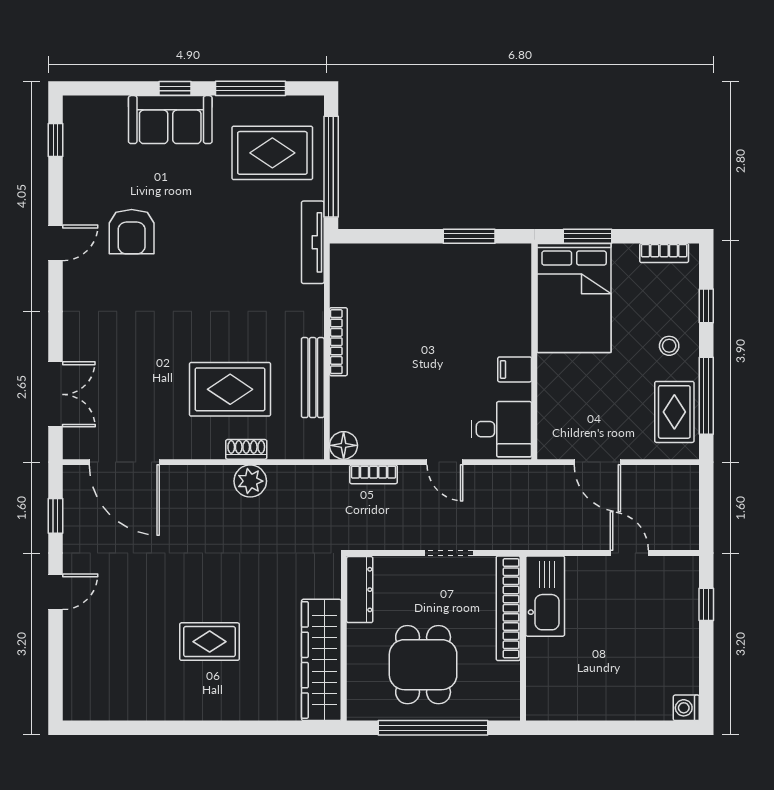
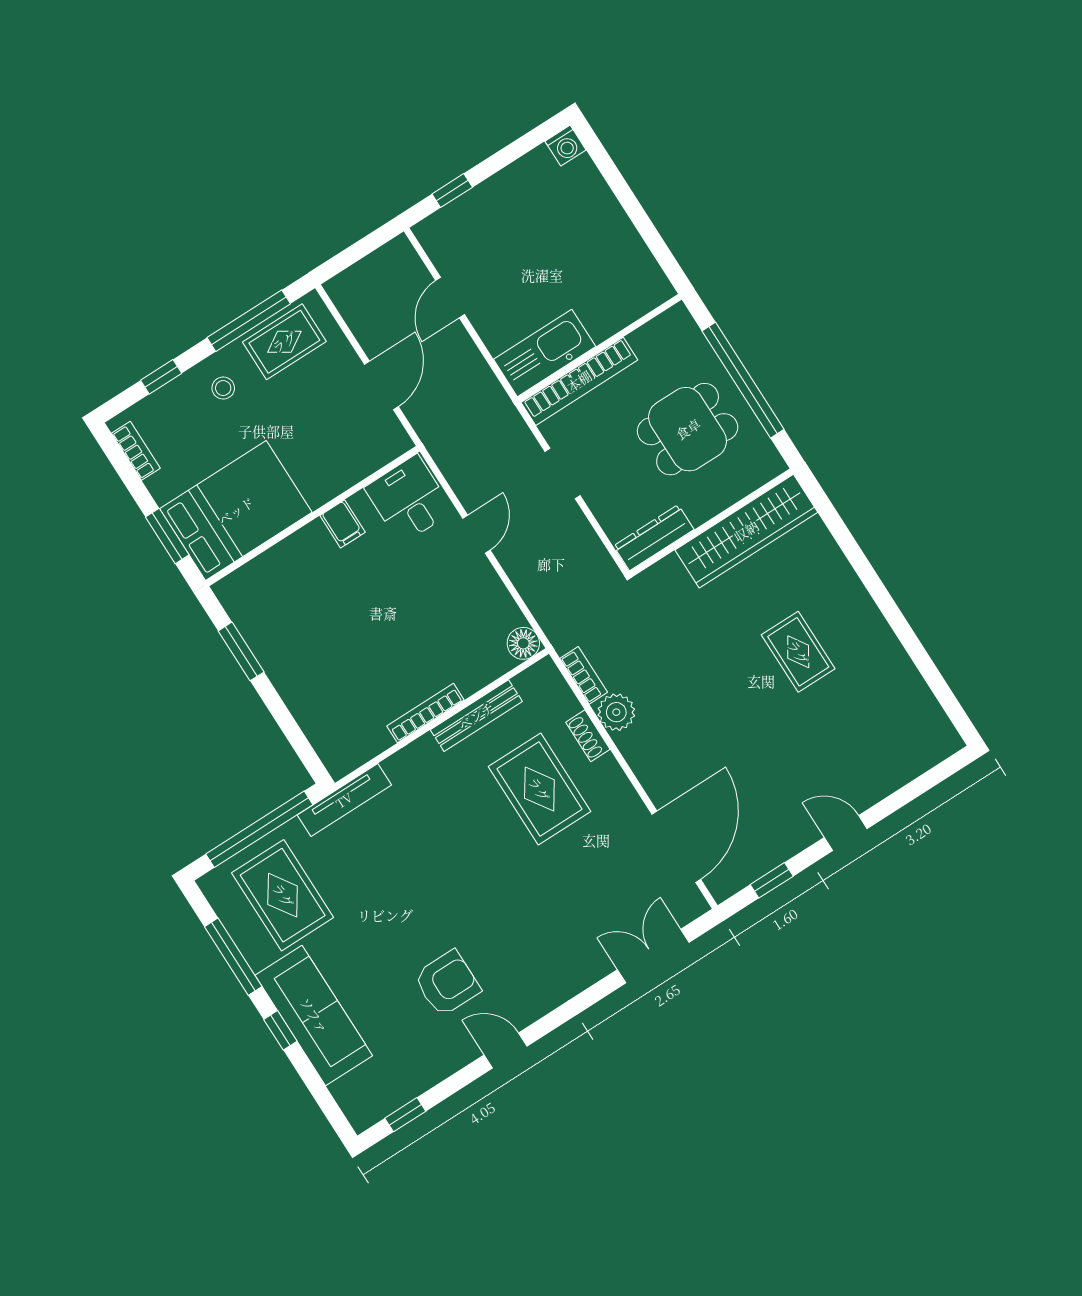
sofa: (170, 120) -> (314, 1015), width x1.36
bookcase: (374, 474) -> (584, 675), moved

